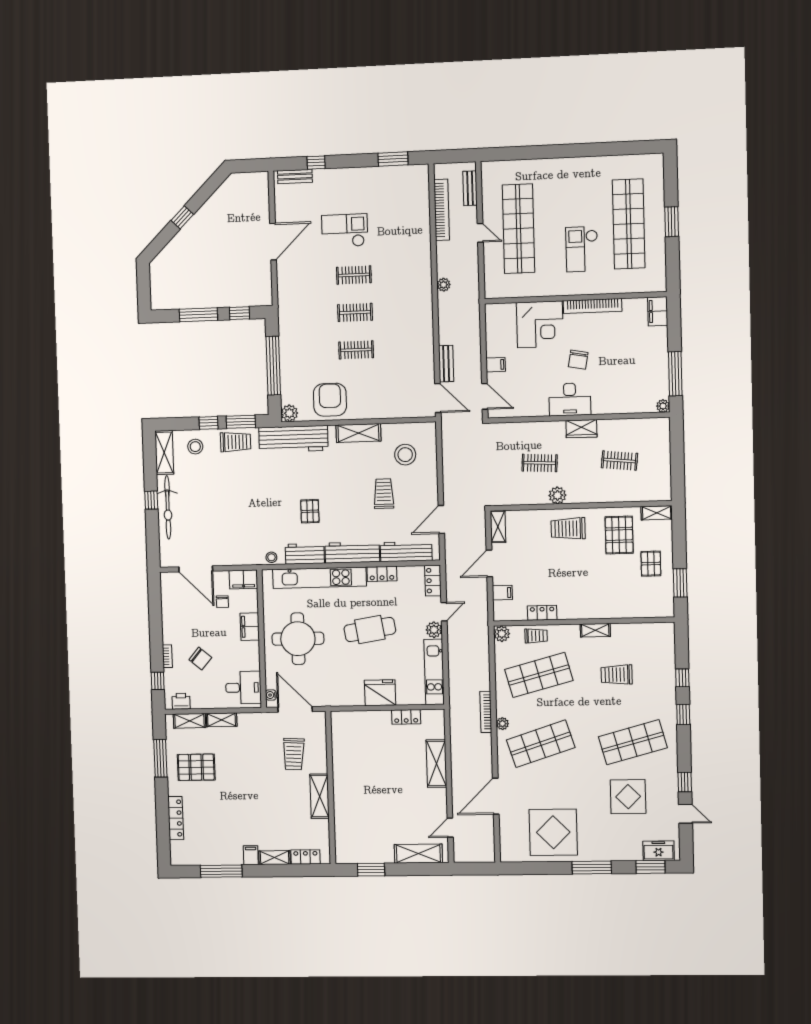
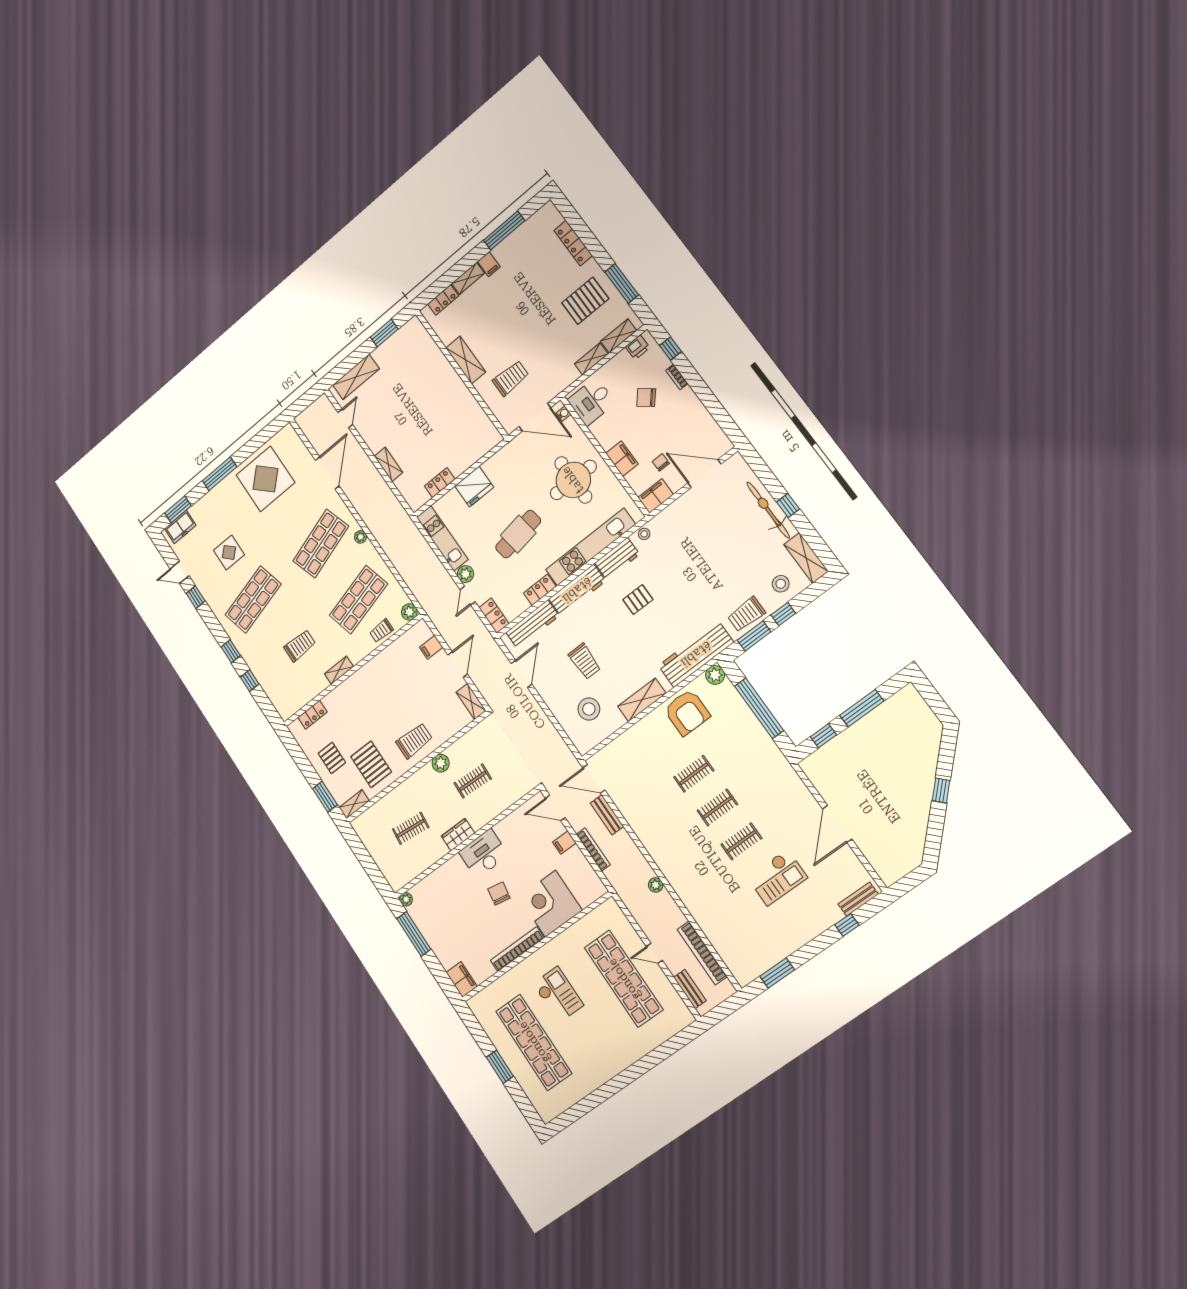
pallet: (310, 511) -> (638, 600), turned 90
window: (680, 583) -> (325, 797), moved
locker: (542, 613) -> (312, 715), moved
bookcase: (486, 712) -> (593, 849), moved
trolley: (294, 754) -> (511, 378), turned 87
shelving: (436, 763) -> (389, 464), width x0.67, depth x0.75
display table: (628, 797) -> (229, 552), width x0.73, depth x0.73

